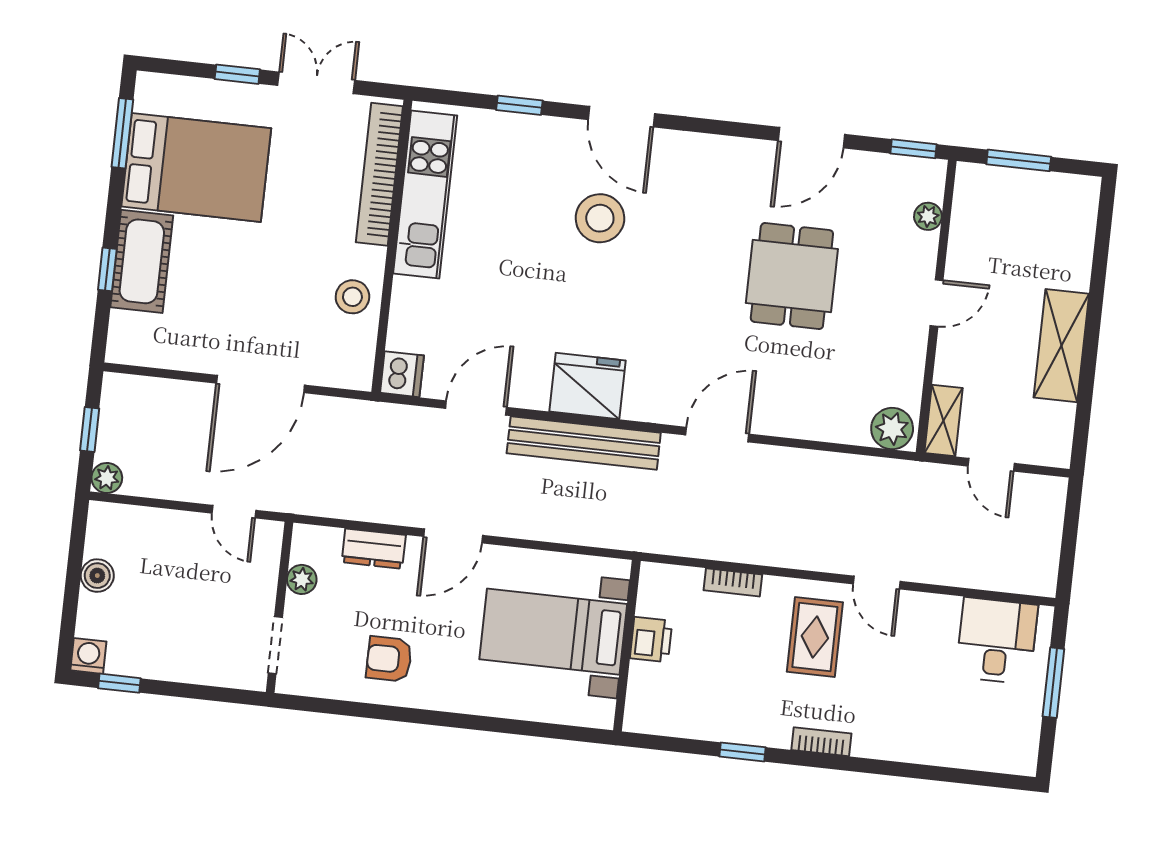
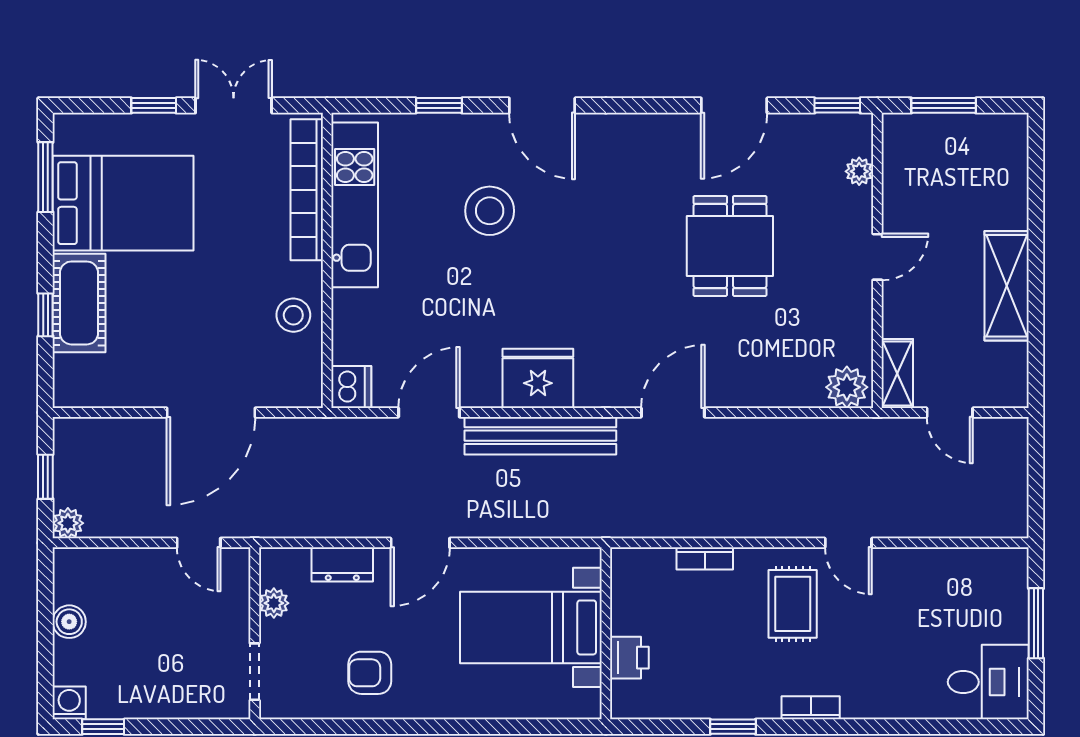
stool: (600, 218) -> (490, 211), moved
printer: (651, 639) -> (629, 658), moved
desk: (997, 641) -> (988, 682), moved, turned 90

